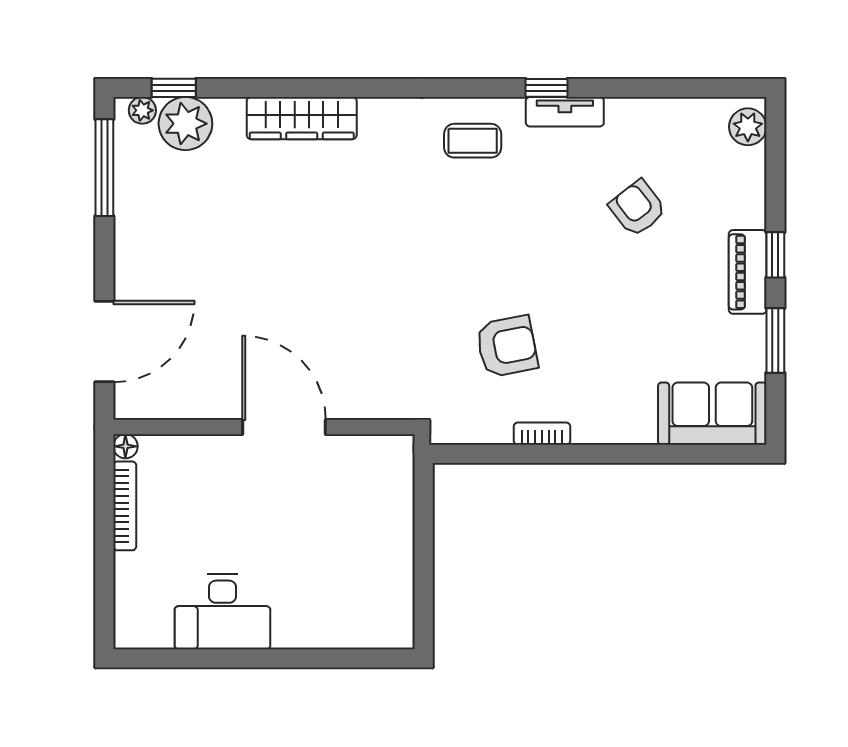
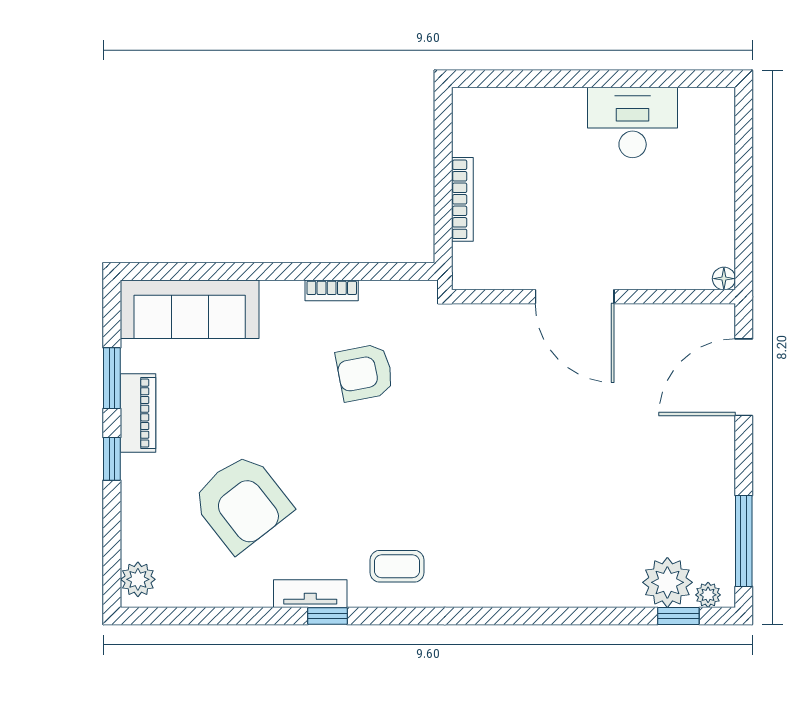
wardrobe: (302, 118) -> (558, 588), removed
armchair: (638, 208) -> (242, 503), width x1.88, depth x1.88
piano: (748, 272) -> (138, 413), moved
sofa: (712, 414) -> (190, 309), width x1.36
bookcase: (125, 506) -> (462, 199), moved, turned 180

